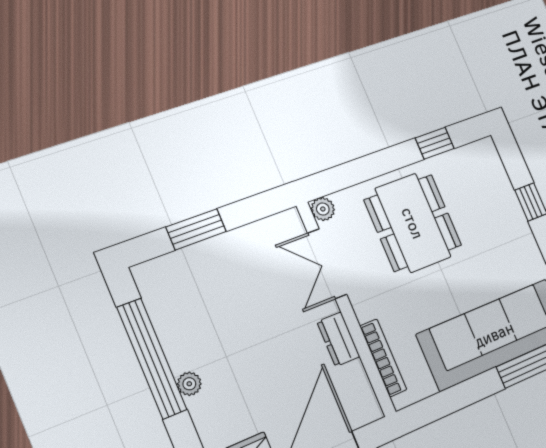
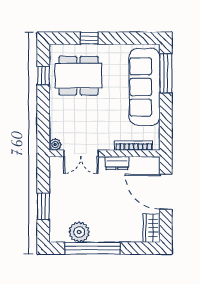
dining table: (413, 223) -> (78, 76), moved
plant: (189, 384) -> (79, 232), moved, width x1.88, depth x1.88

